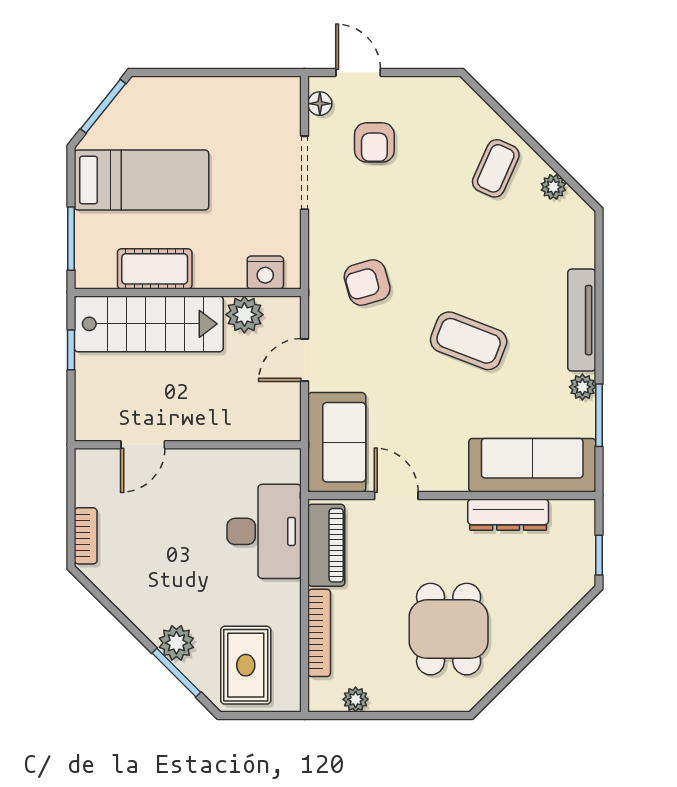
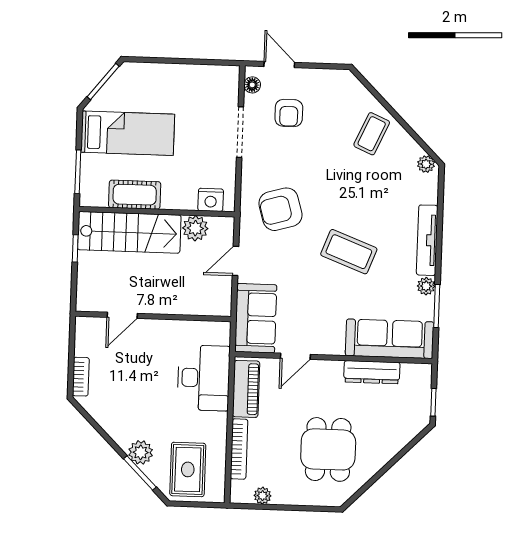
plant: (553, 187) -> (426, 164), moved
armchair: (367, 283) -> (280, 209), width x1.38, depth x1.38
door: (396, 496) -> (295, 356), swing flipped

